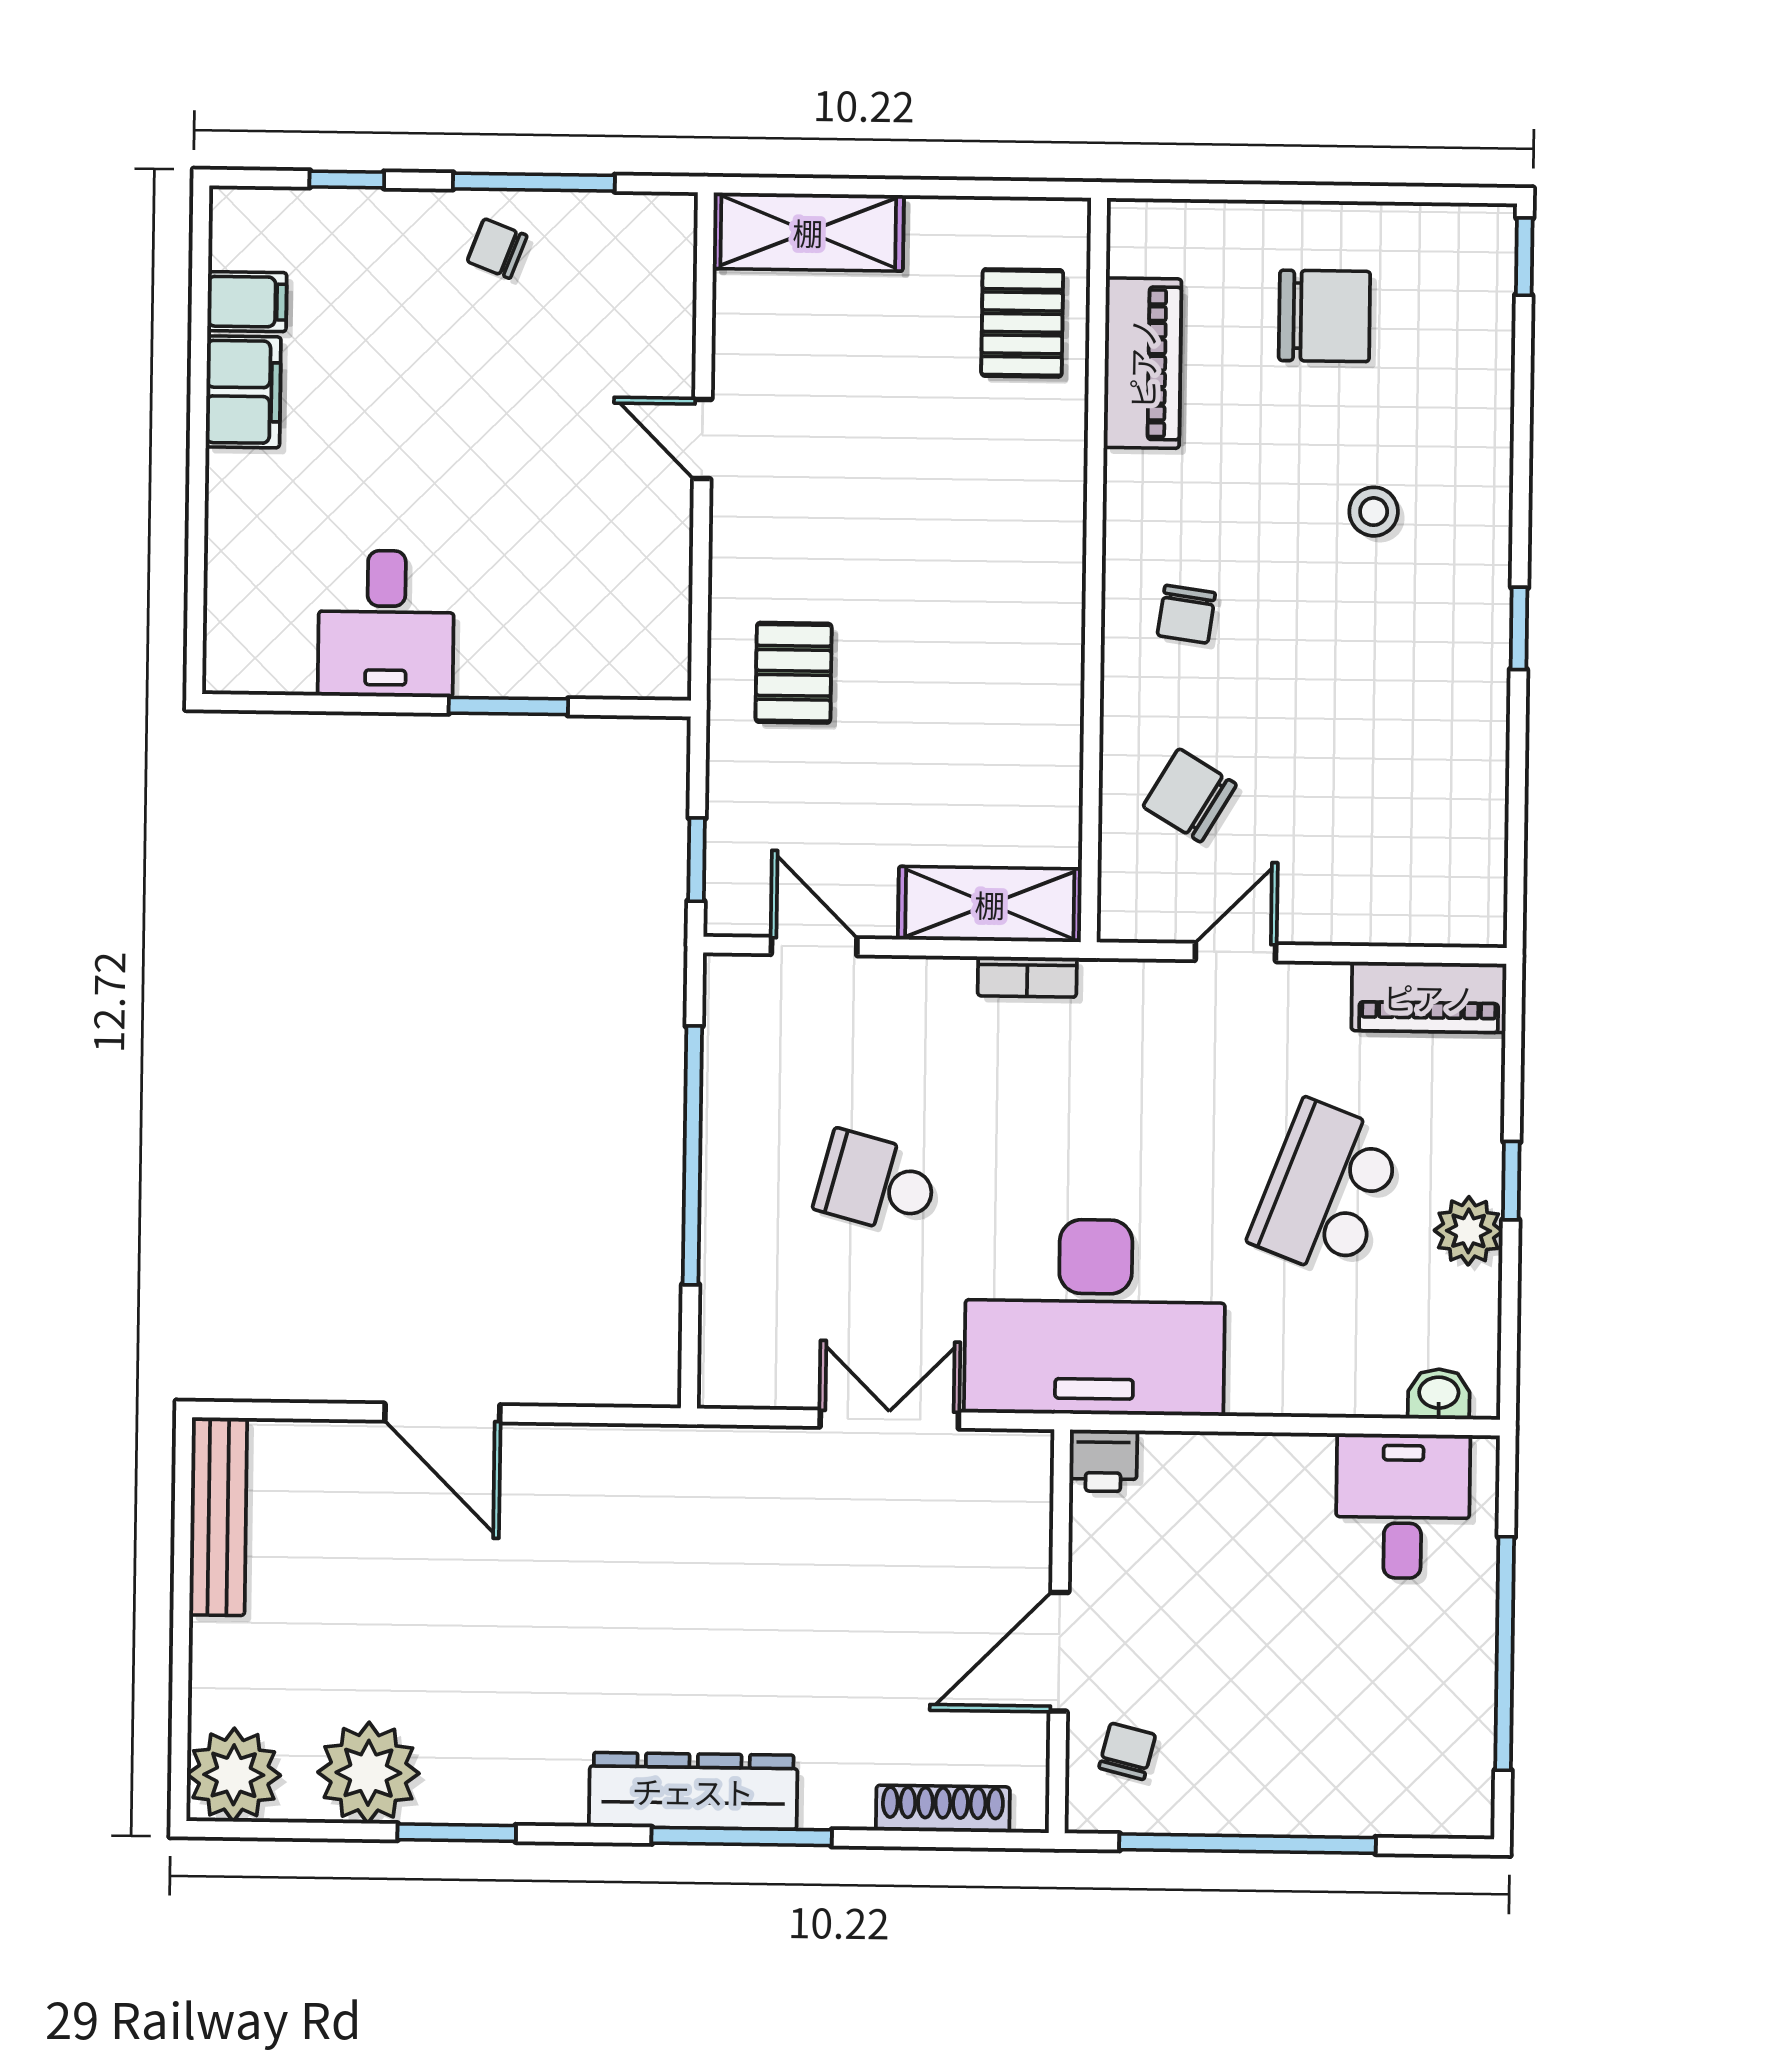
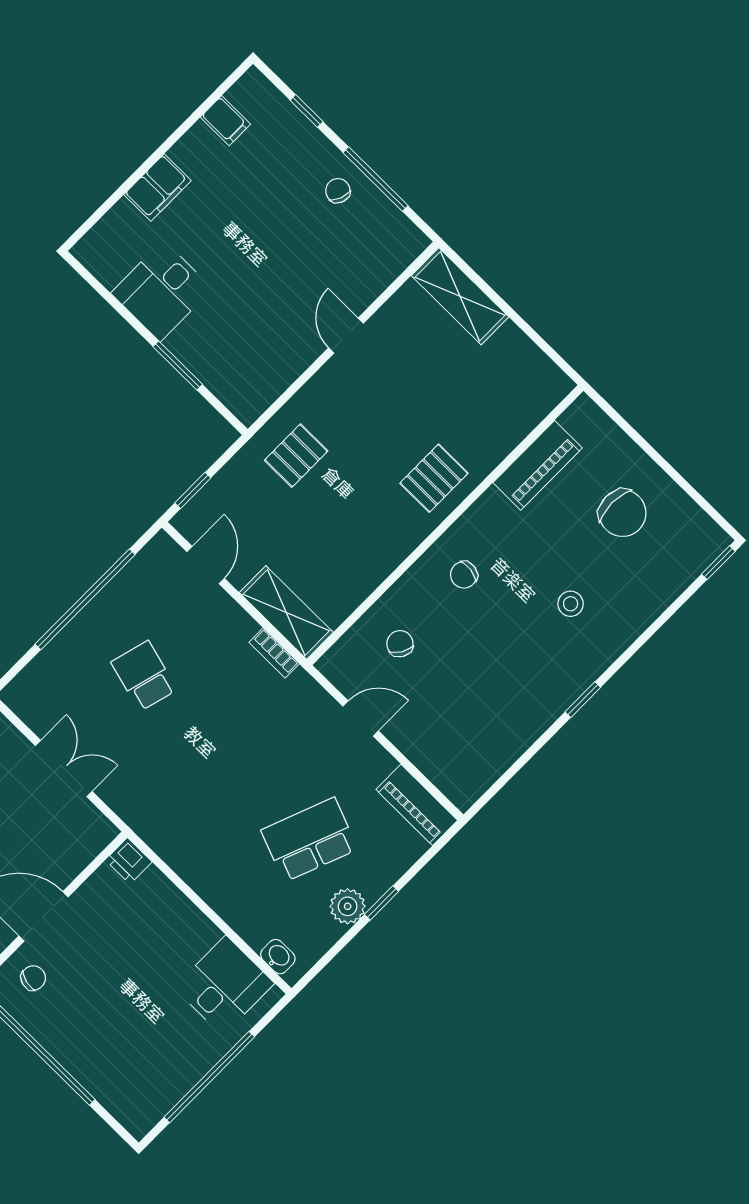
pallet: (1022, 323) -> (434, 478), moved
filing cabinet: (243, 392) -> (157, 188), moved
chair: (1190, 795) -> (400, 644), width x0.73, depth x0.73
desk: (1095, 1317) -> (177, 804), removed

